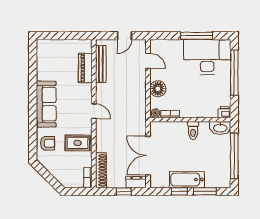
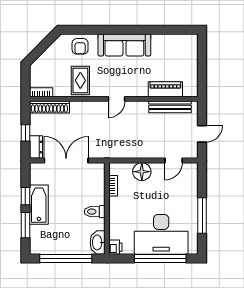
door: (125, 36) -> (202, 134), swing flipped
desk: (207, 57) -> (161, 234), moved, turned 90
plant: (155, 113) -> (114, 169), removed

